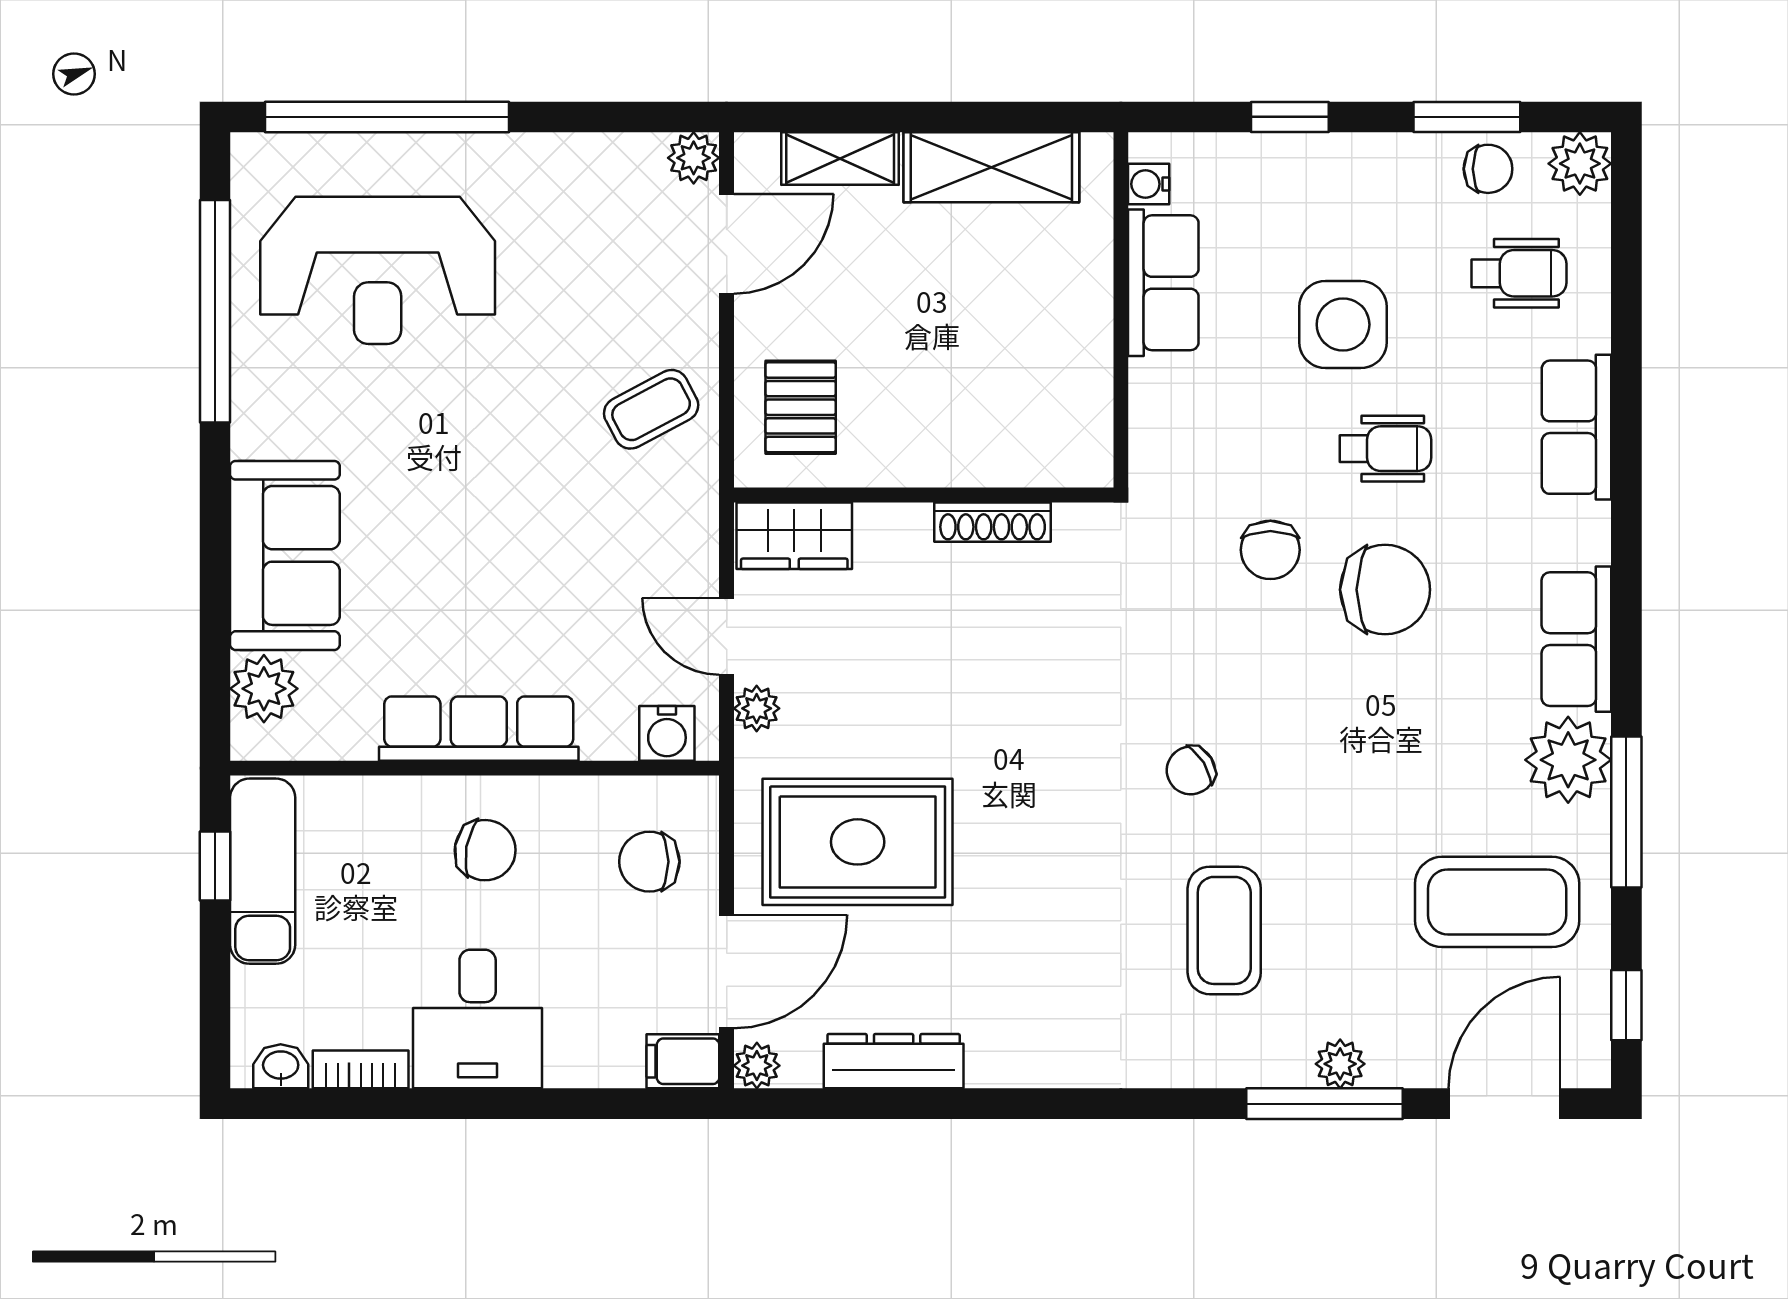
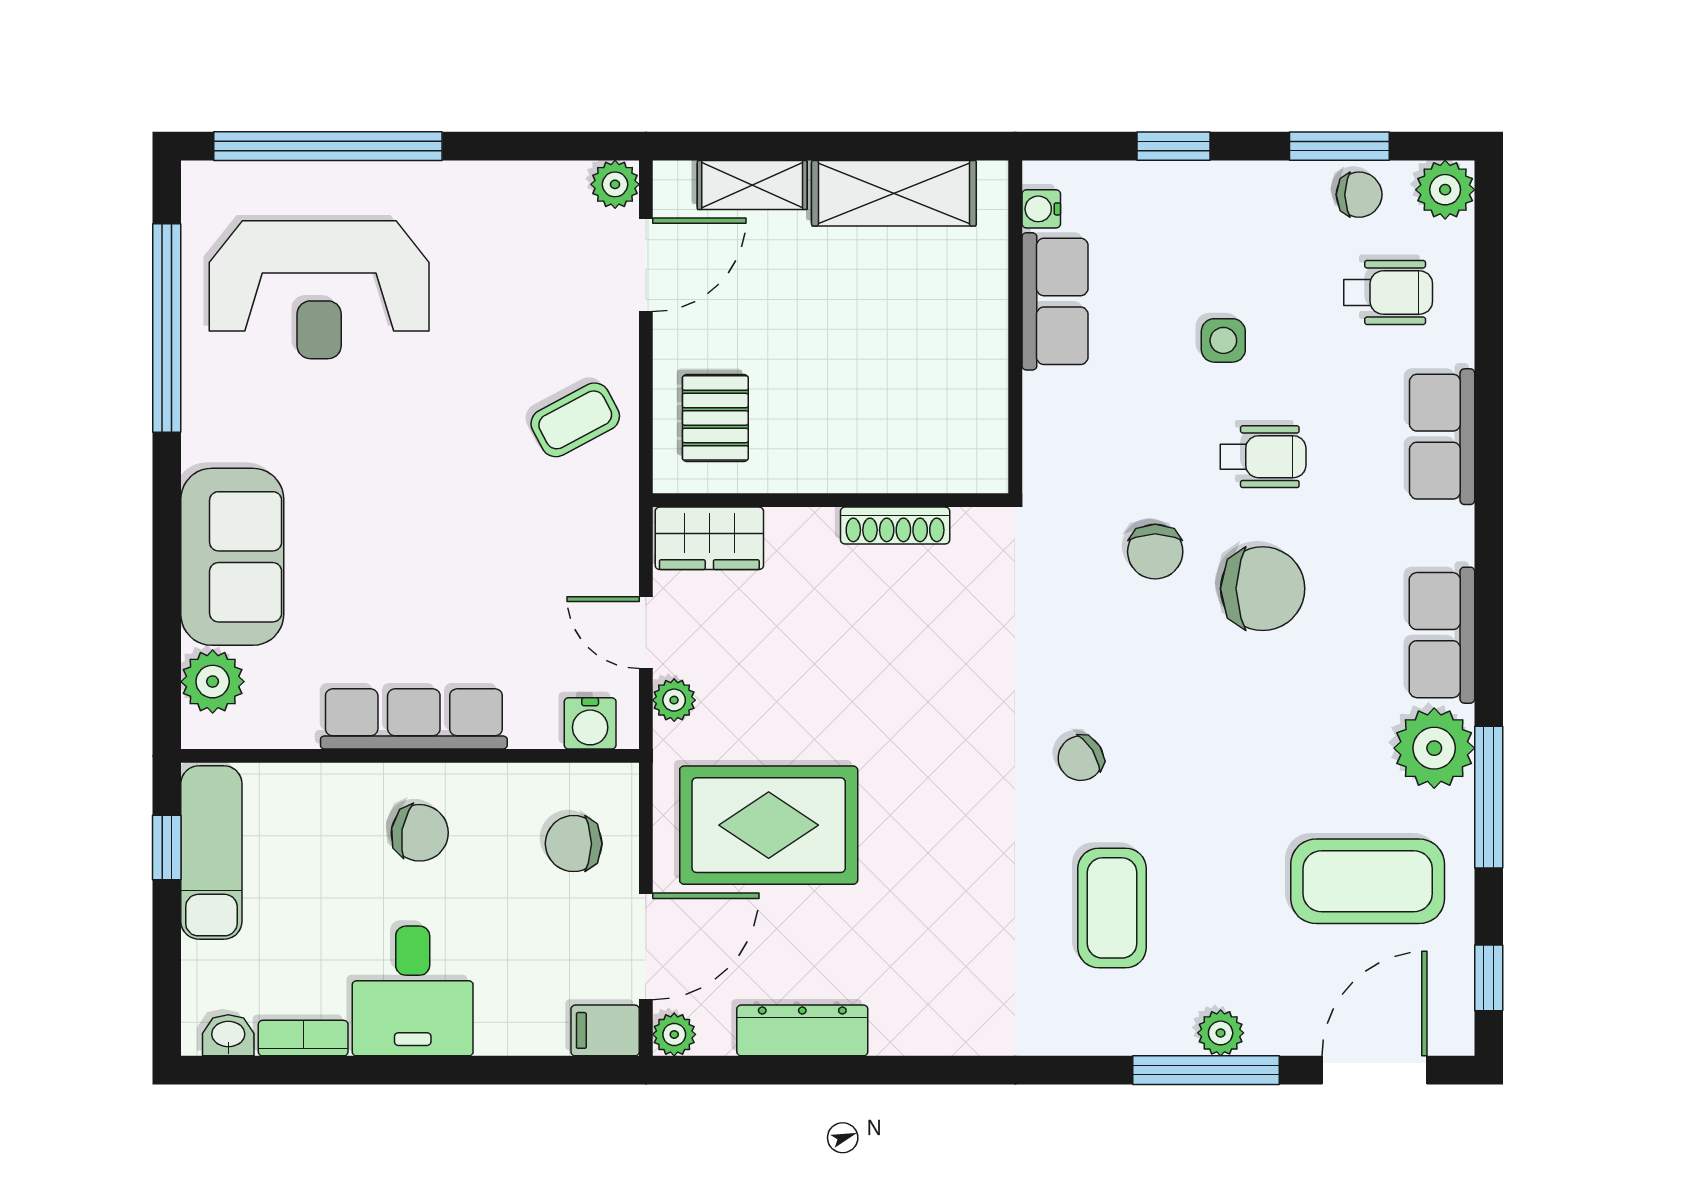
side table: (1343, 325) -> (1223, 340), width x0.54, depth x0.54

